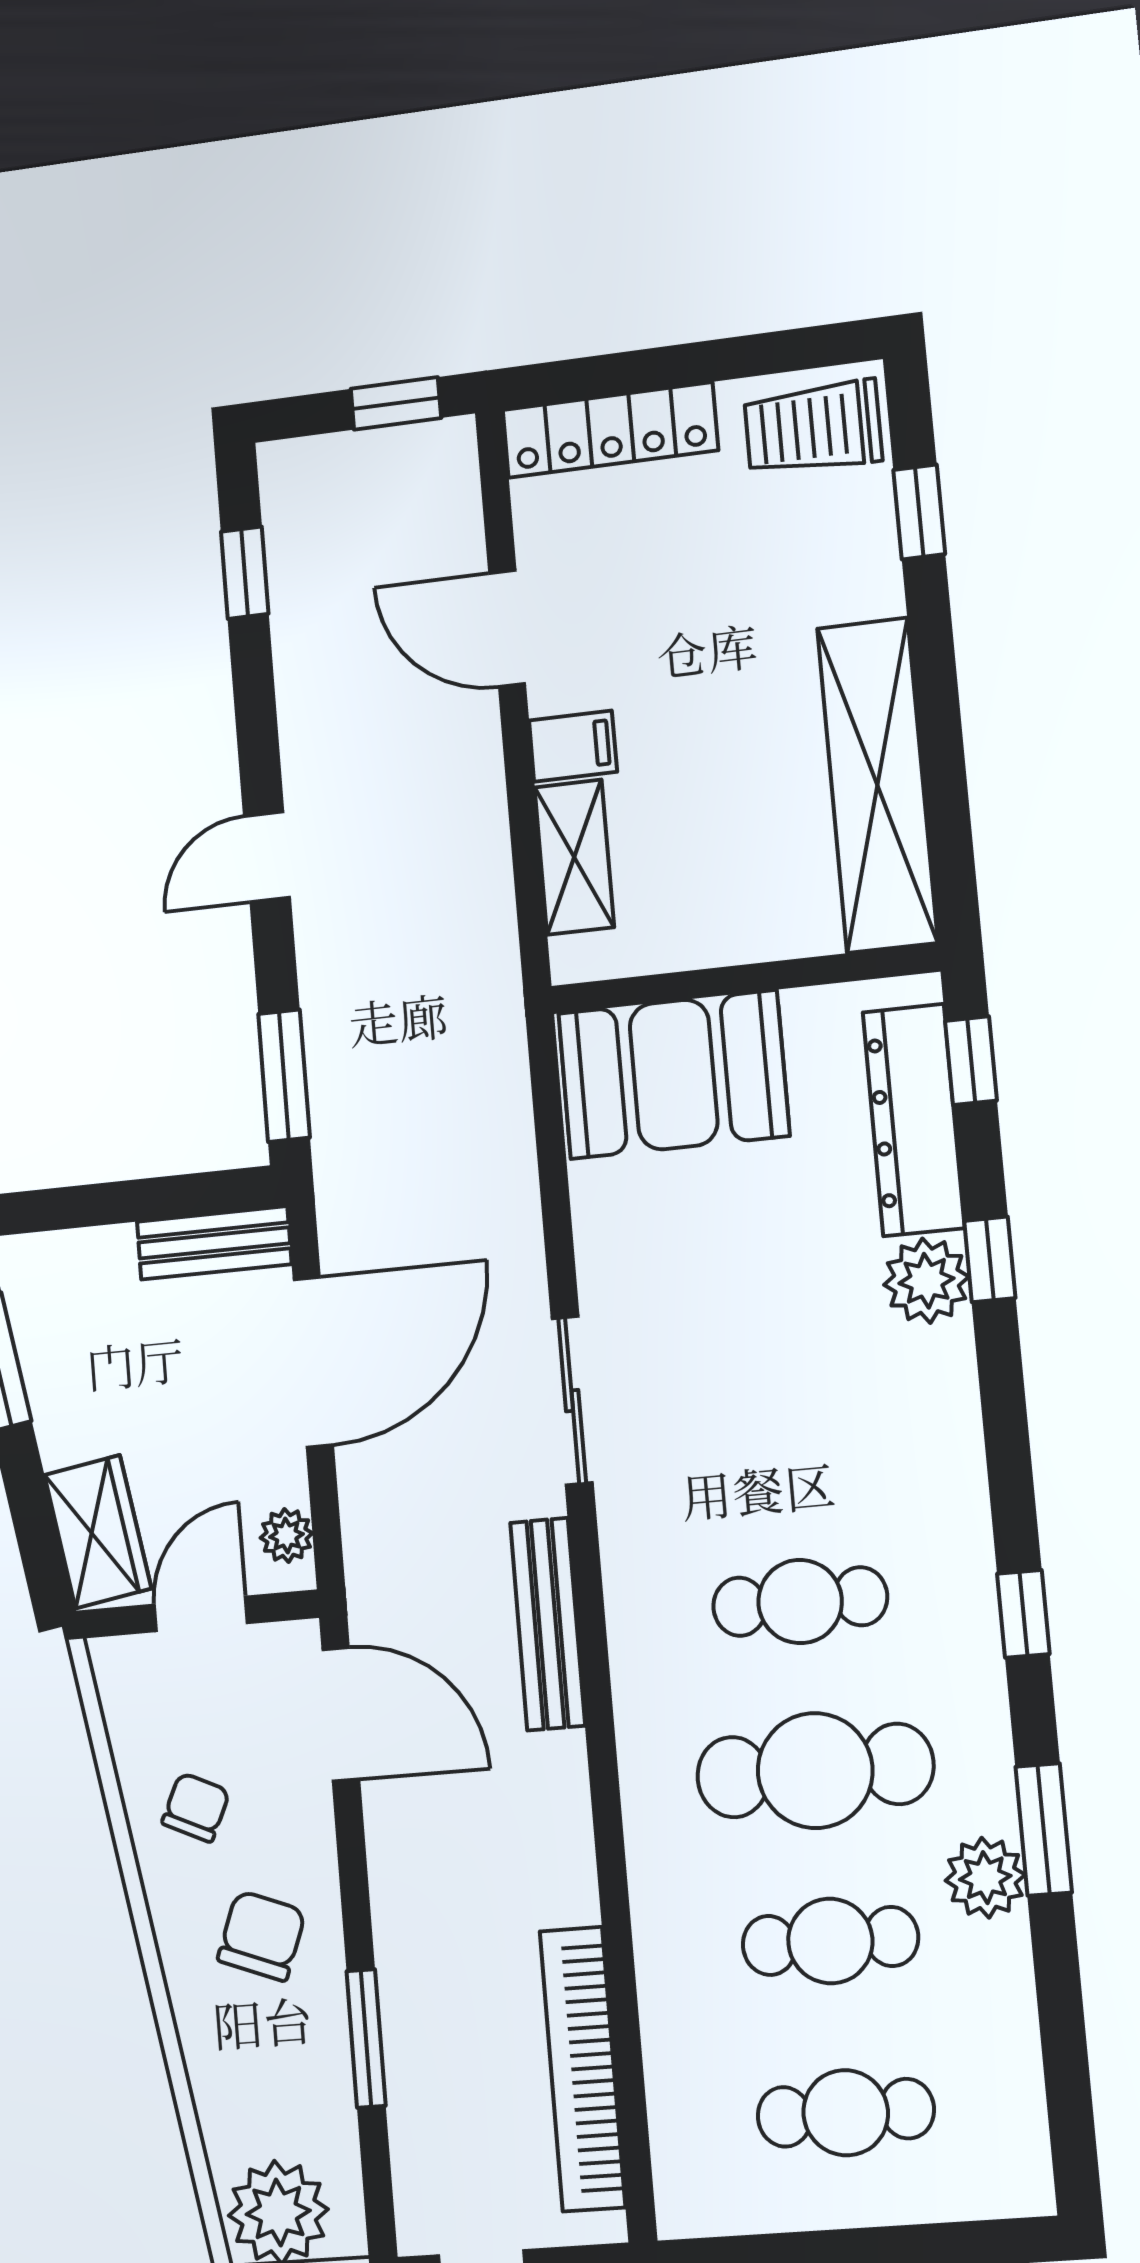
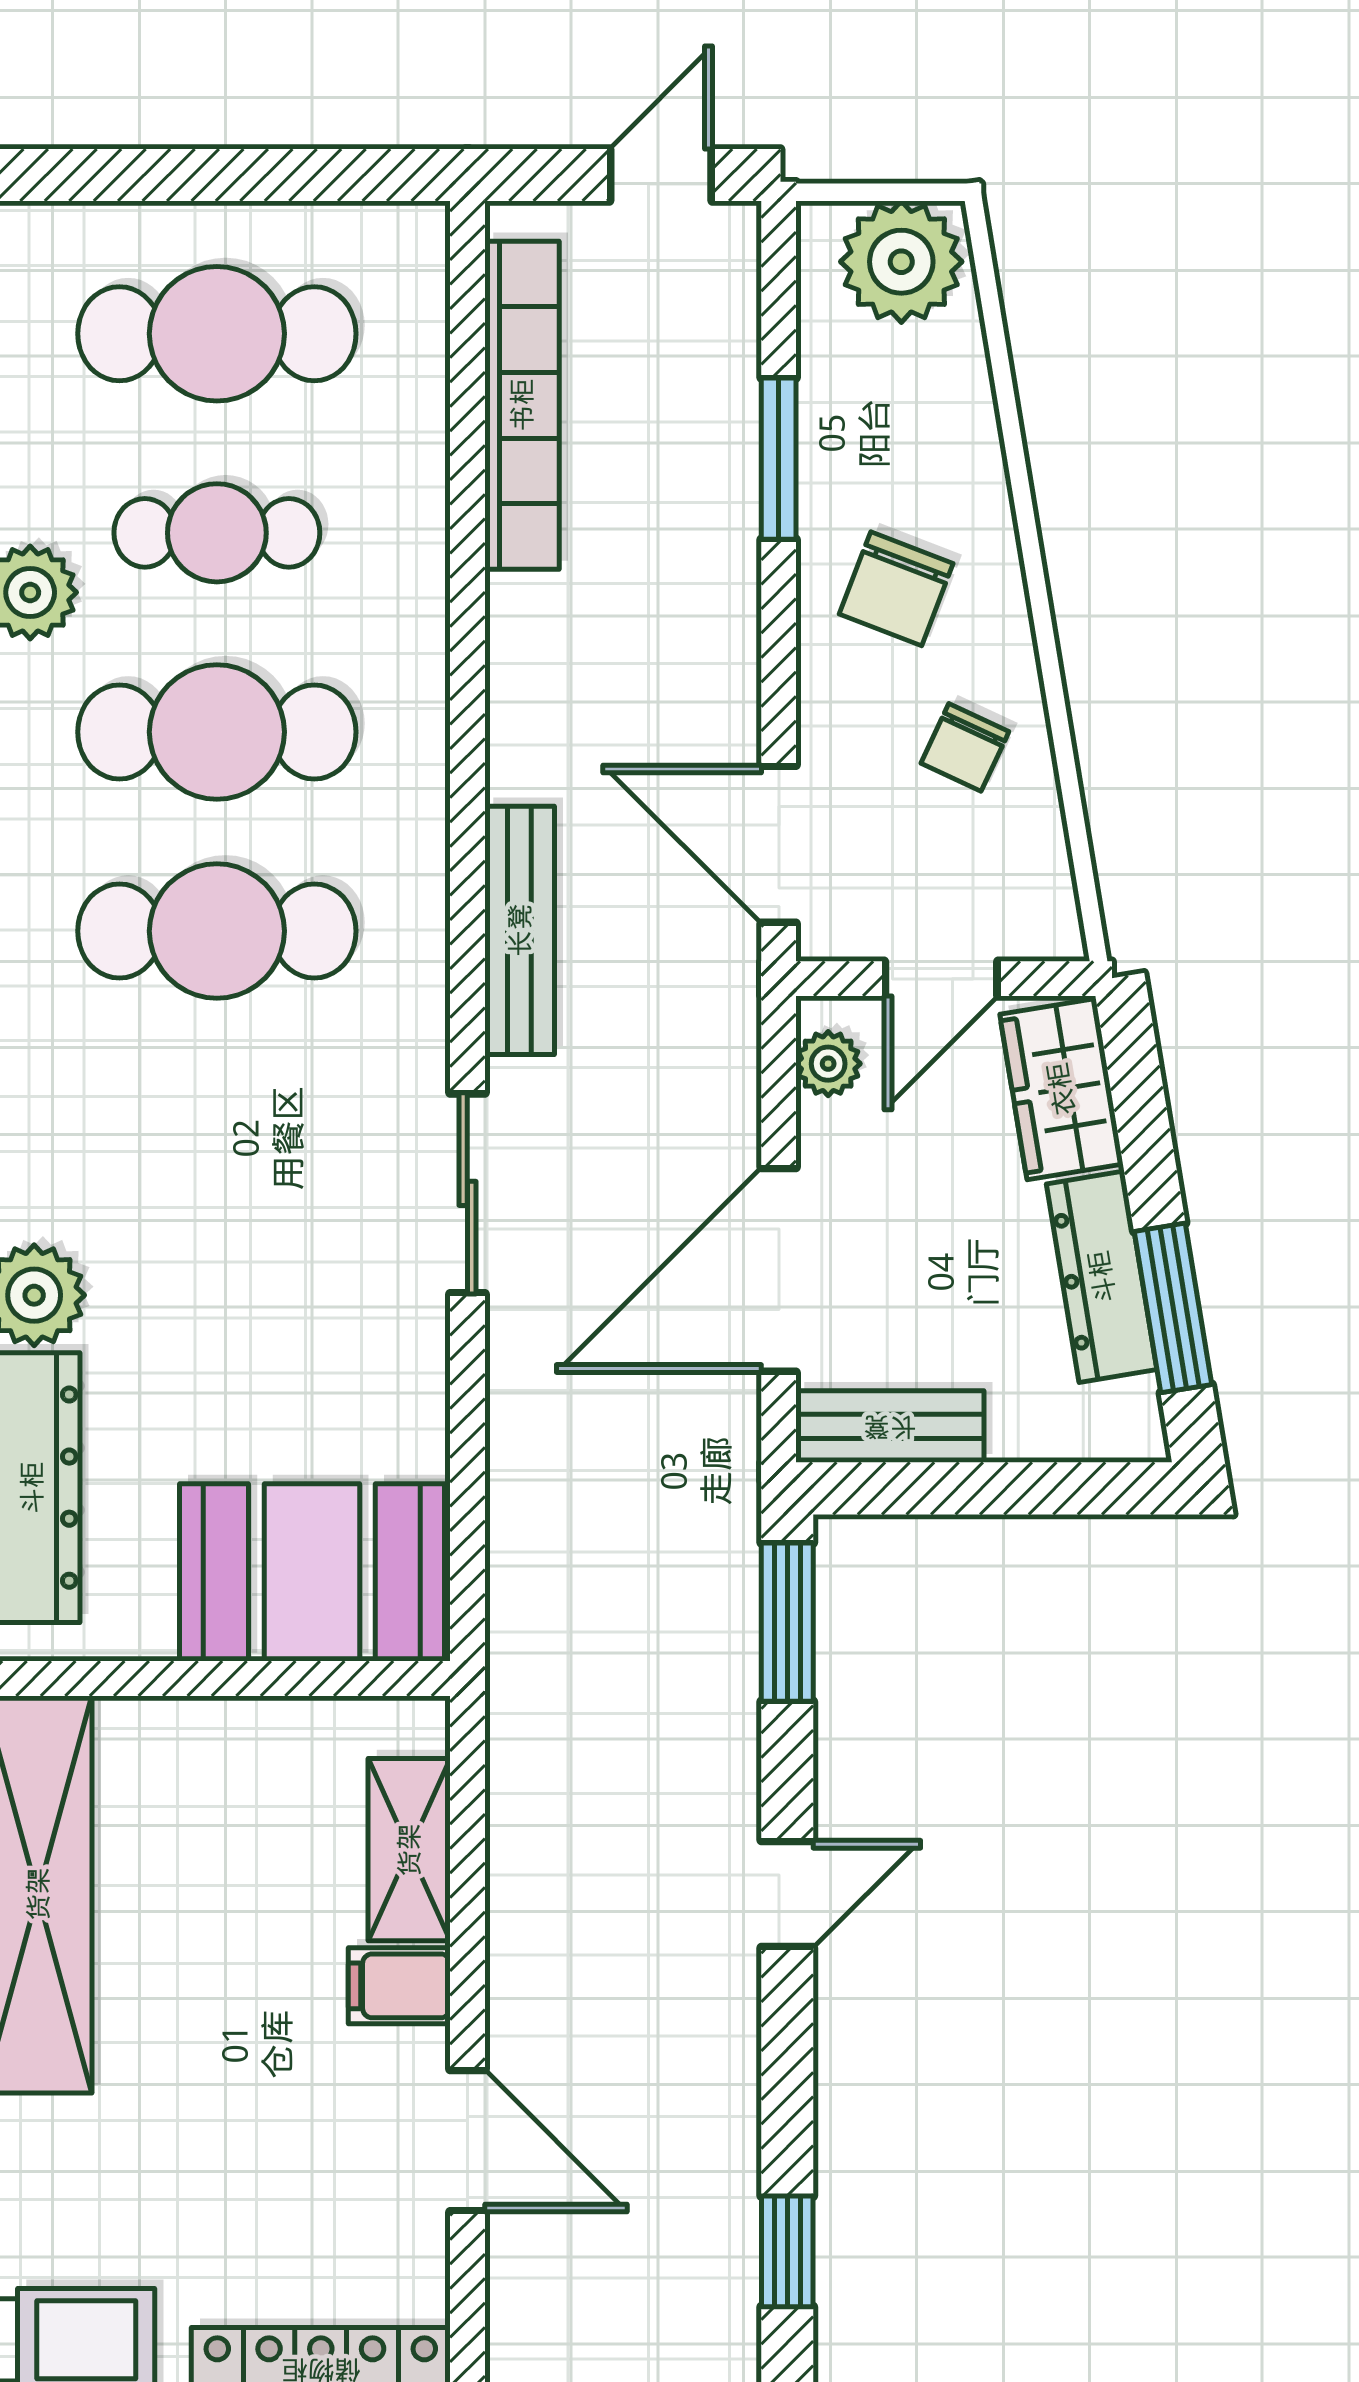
dresser: (55, 1382) -> (1102, 1277), added
cafe table: (800, 1602) -> (217, 931), width x1.37, depth x1.35
cafe table: (846, 2113) -> (217, 334), width x1.37, depth x1.35

